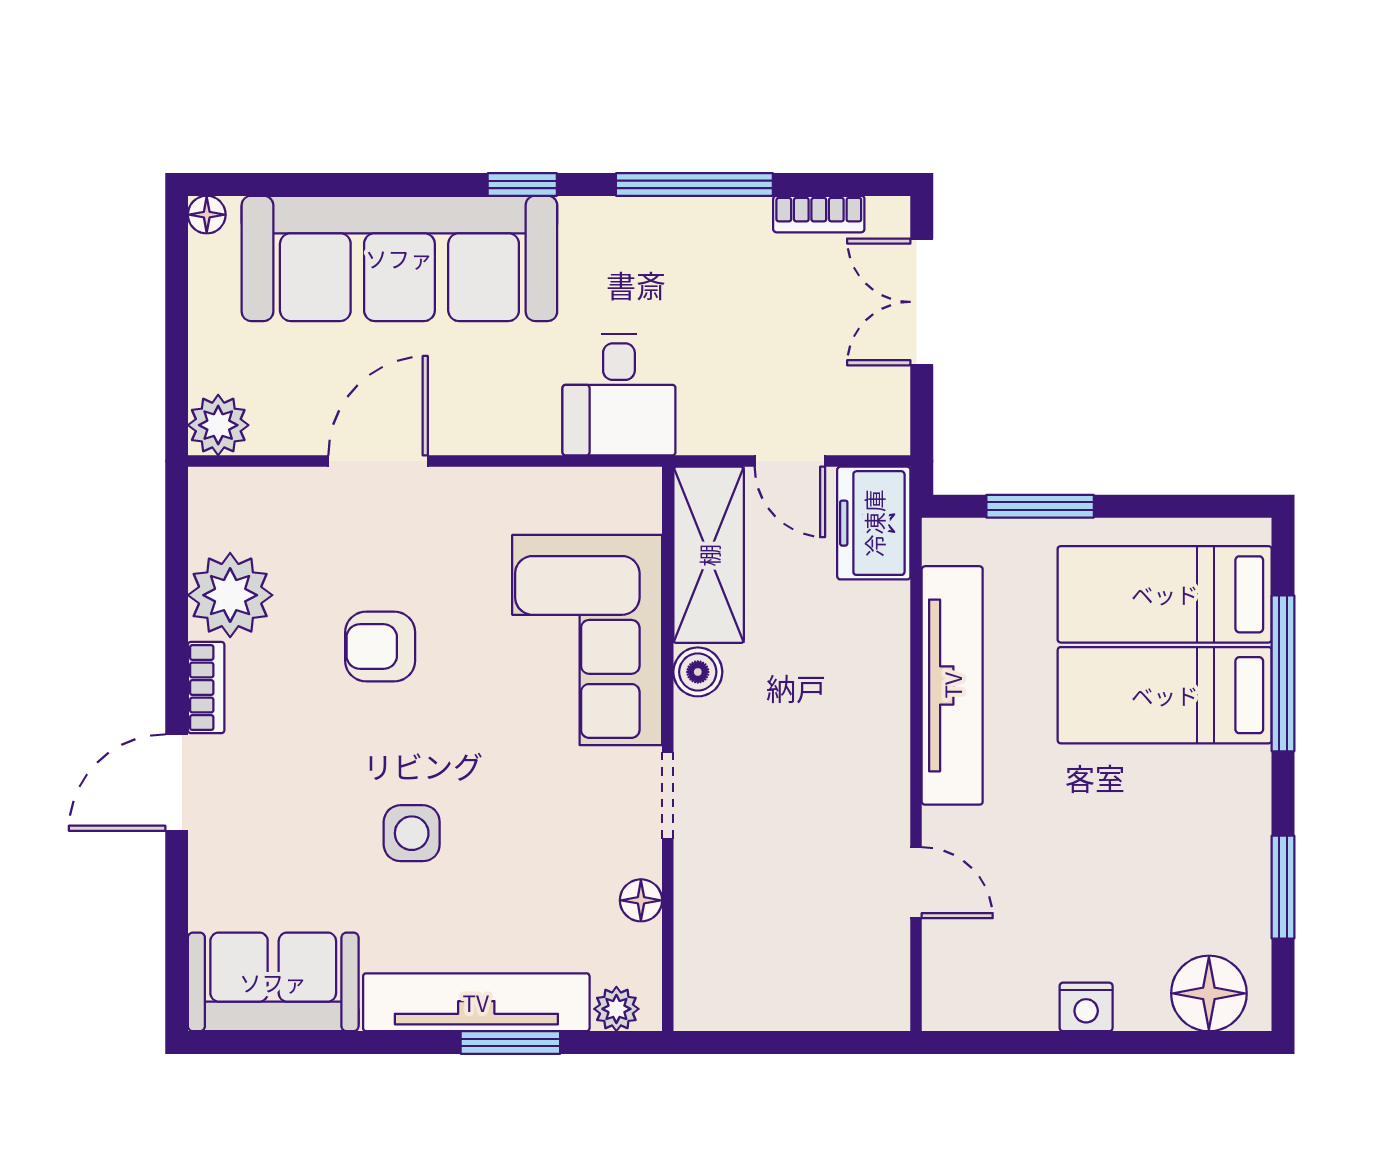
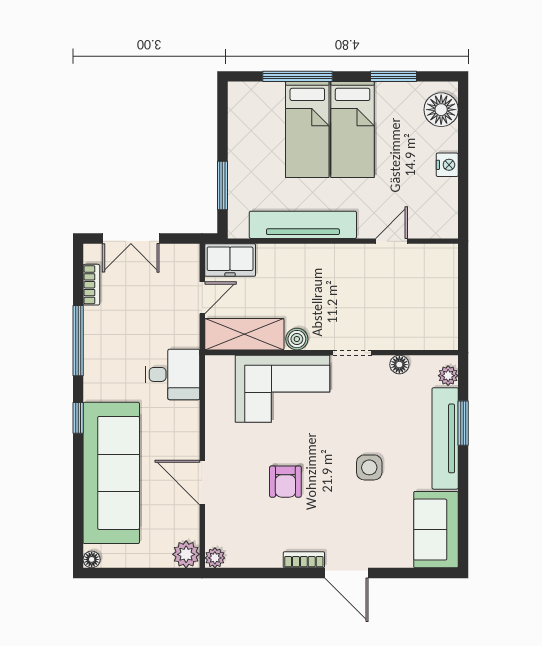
bed: (1165, 594) -> (353, 130), moved
plant: (230, 595) -> (215, 558), moved, width x0.53, depth x0.53

